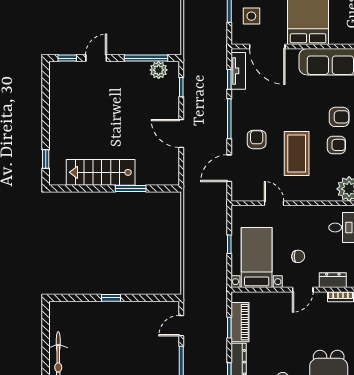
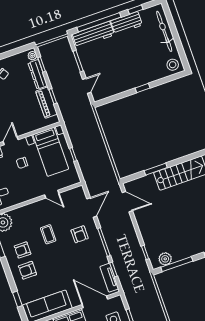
door: (181, 133) -> (127, 202), moved
coffee table: (297, 154) -> (48, 234), width x0.54, depth x0.58
stool: (62, 314) -> (173, 65), added

